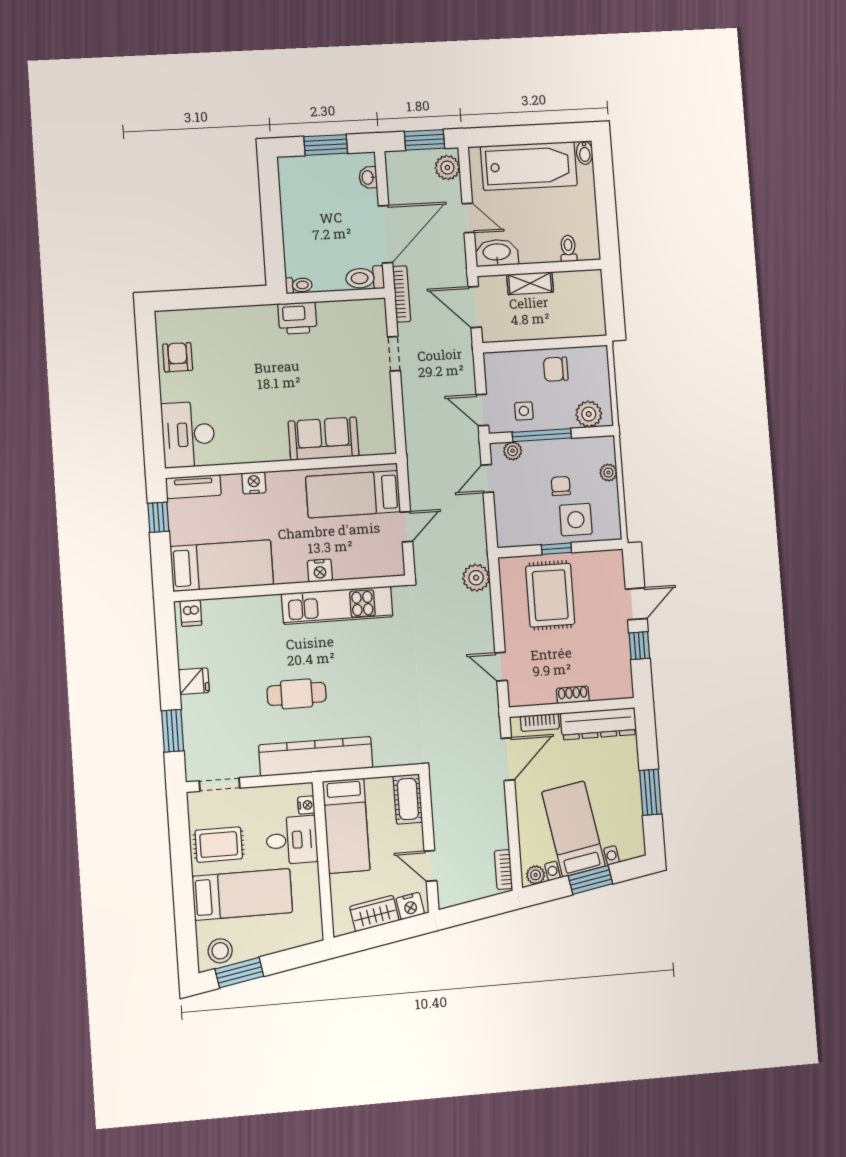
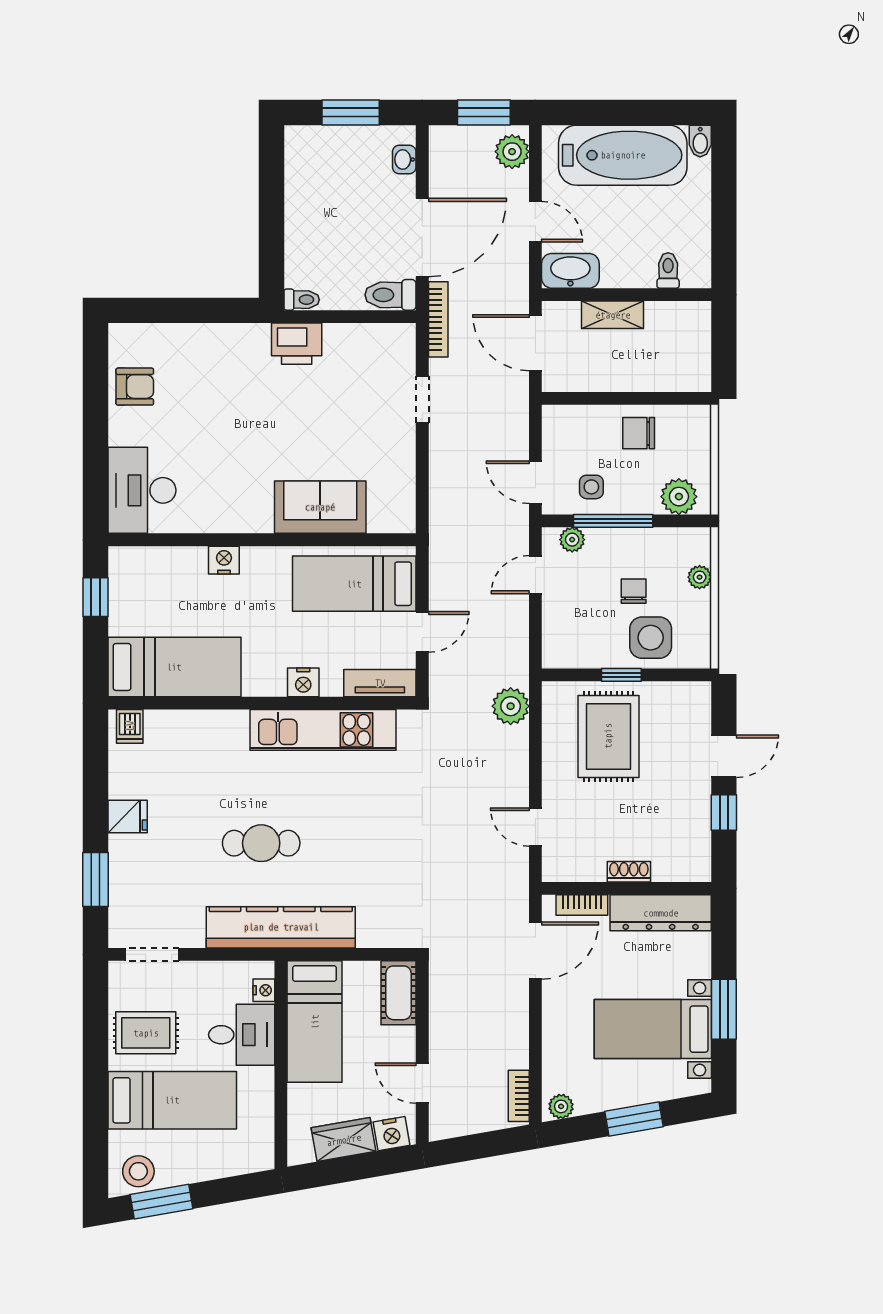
armchair: (178, 357) -> (135, 387), turned 90
tv unit: (193, 487) -> (380, 683), moved, turned 180
bed with nightstands: (573, 829) -> (653, 1029), moved, turned -80

